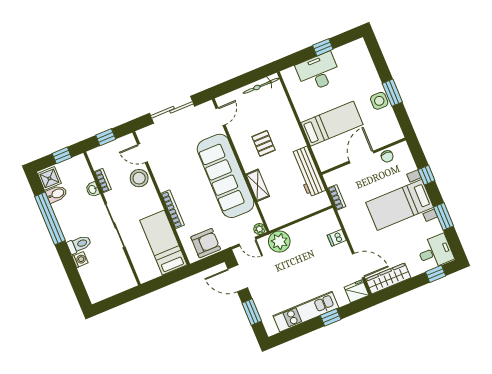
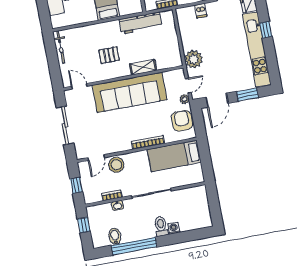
shower: (49, 178) -> (101, 239), removed
plant: (259, 229) -> (185, 99), moved
kitchen unit: (306, 312) -> (257, 49), width x1.36

